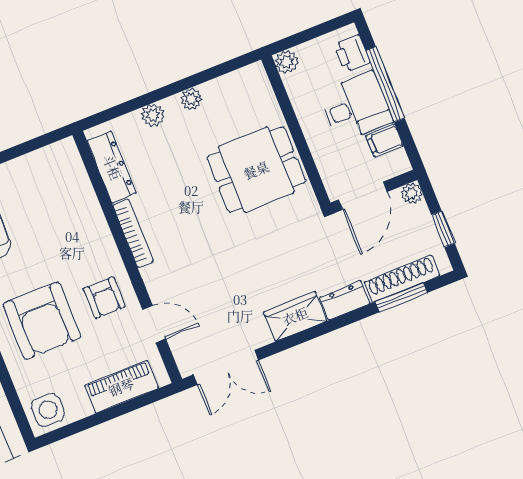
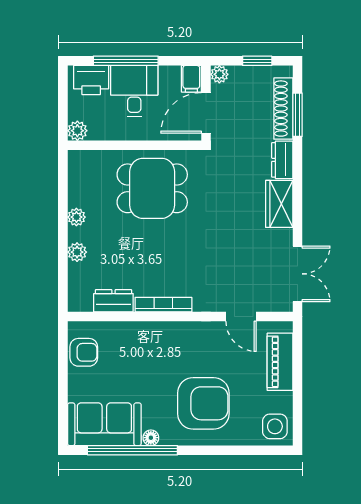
printer: (352, 53) -> (91, 80), width x1.36, depth x1.24
filing cabinet: (385, 141) -> (191, 79), moved
dresser: (112, 167) -> (113, 301), width x0.70
dining table: (256, 170) -> (152, 188), turned 90
door: (363, 196) -> (206, 113), swing flipped
armchair: (104, 298) -> (84, 352), moved
door: (154, 324) -> (241, 317), swing flipped

